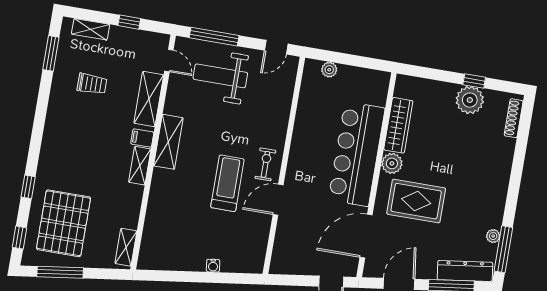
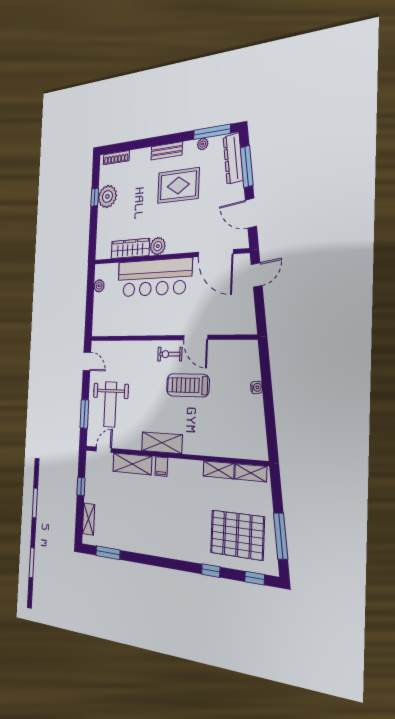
window: (214, 37) -> (84, 414), width x0.69
plant: (329, 70) -> (99, 286), moved
trolley: (92, 84) -> (126, 515), removed
shelving: (140, 166) -> (219, 470), moved
bench: (500, 189) -> (167, 151), added
rug: (416, 201) -> (178, 185), moved, turned 90

